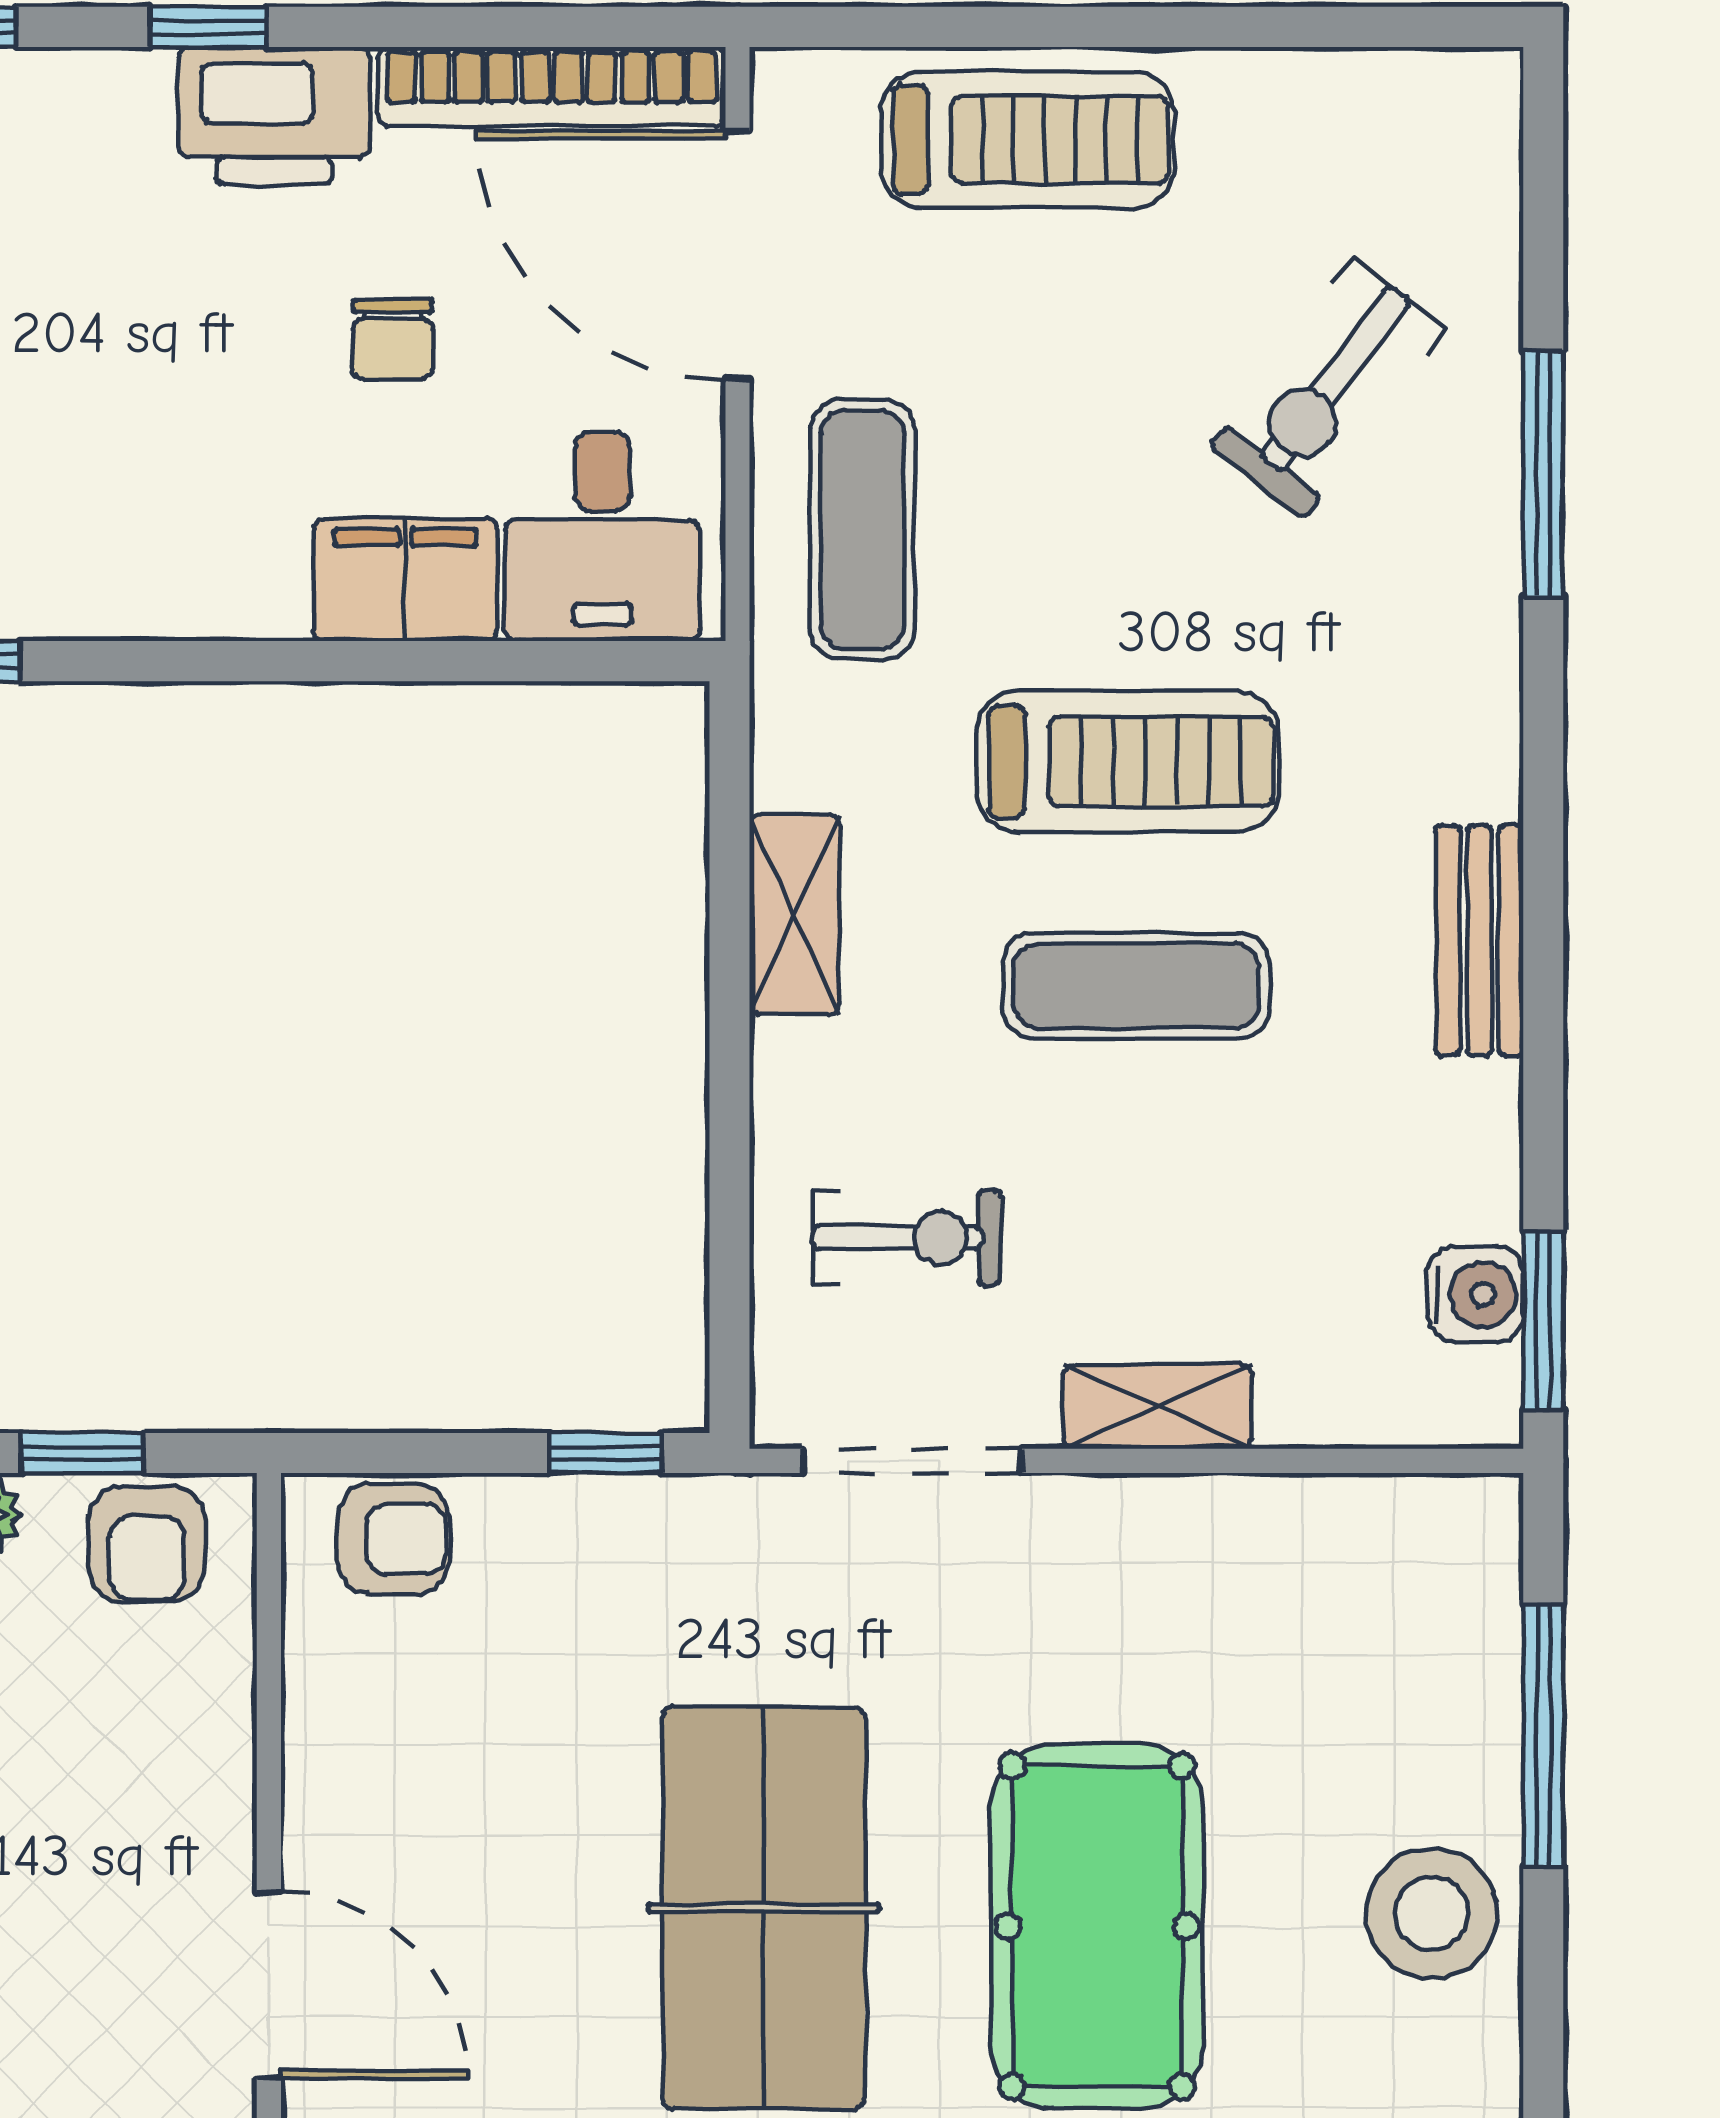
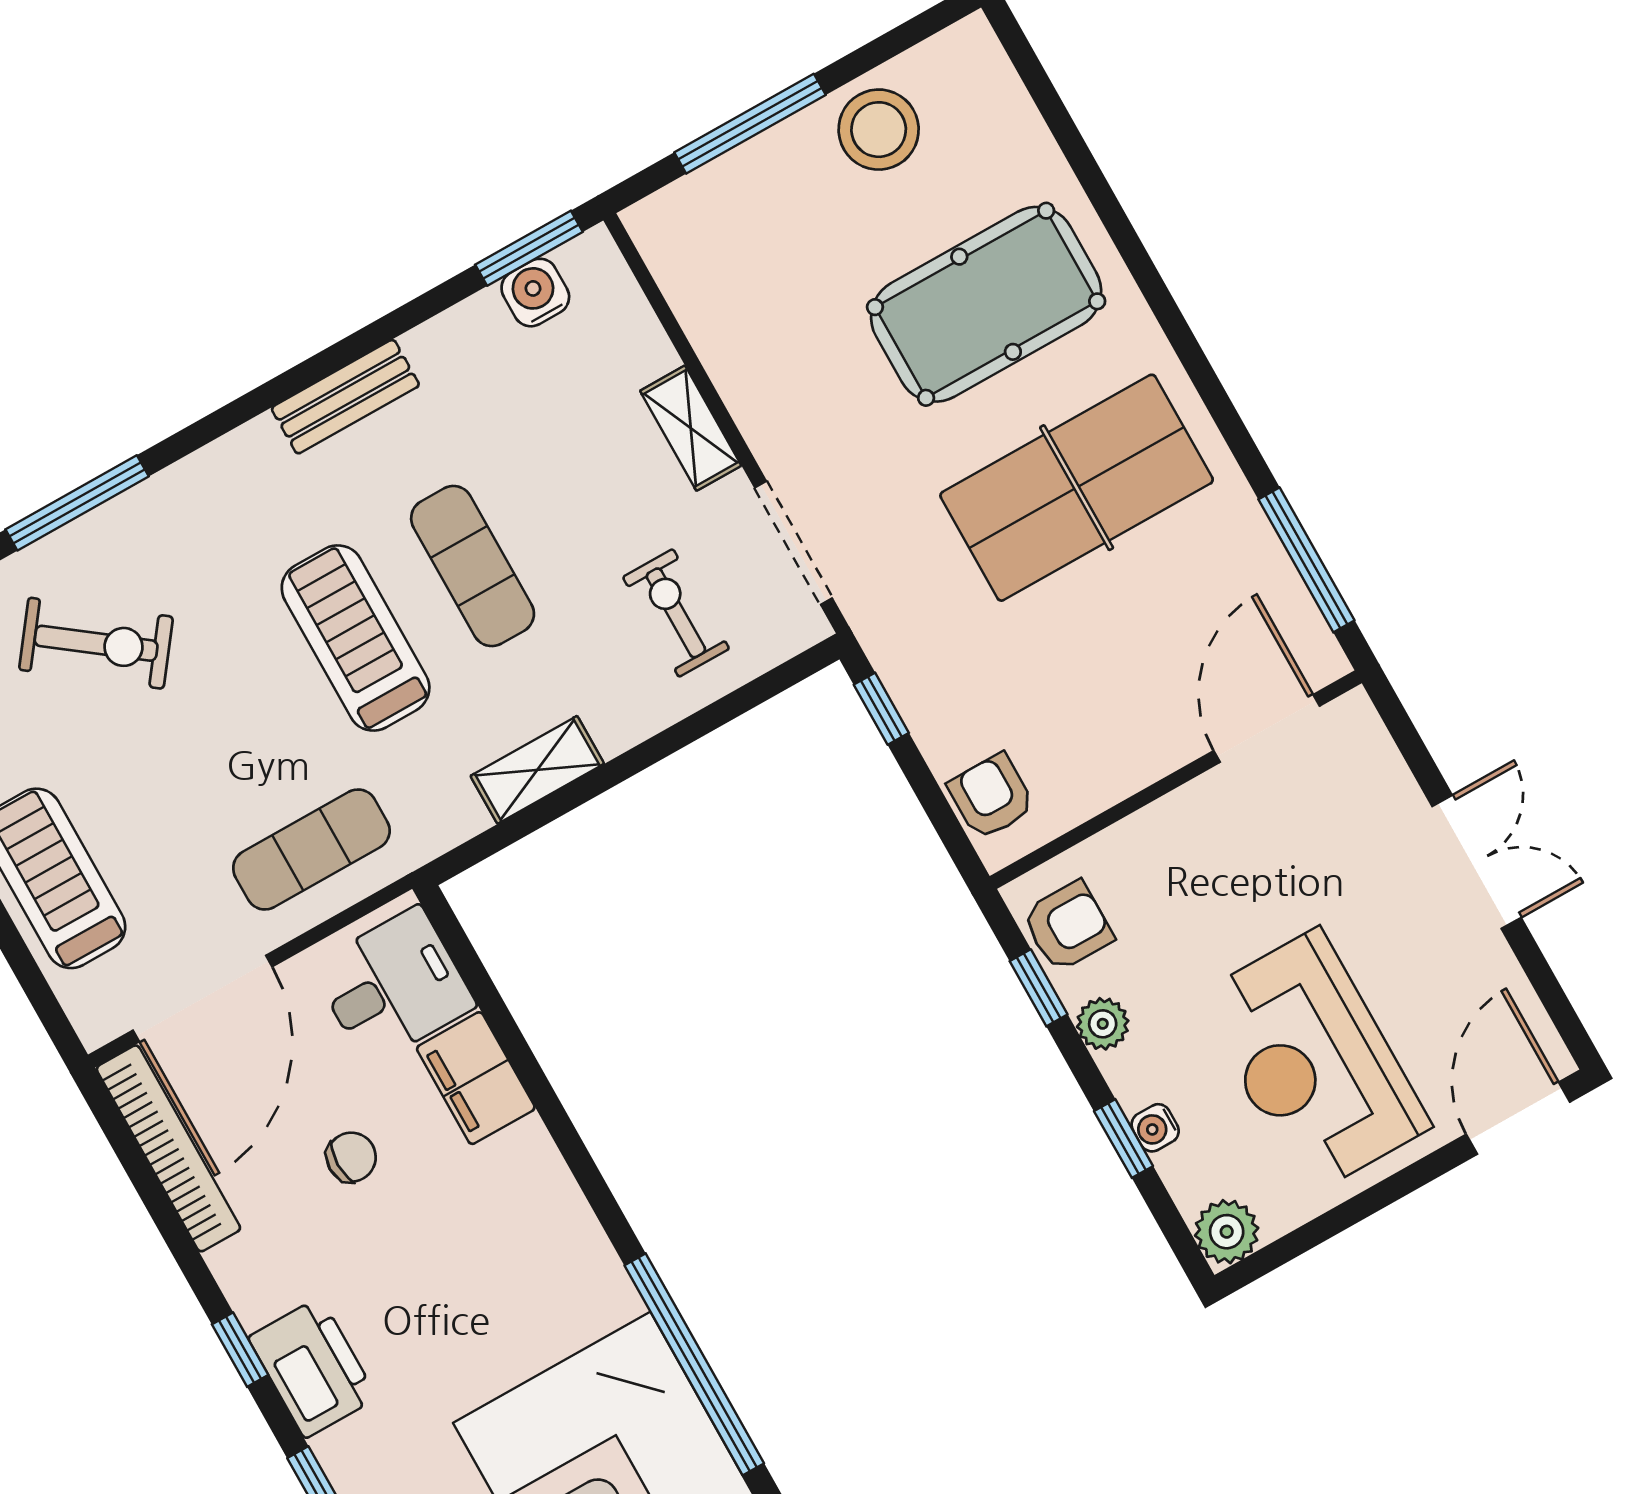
printer: (274, 116) -> (313, 1368), moved

